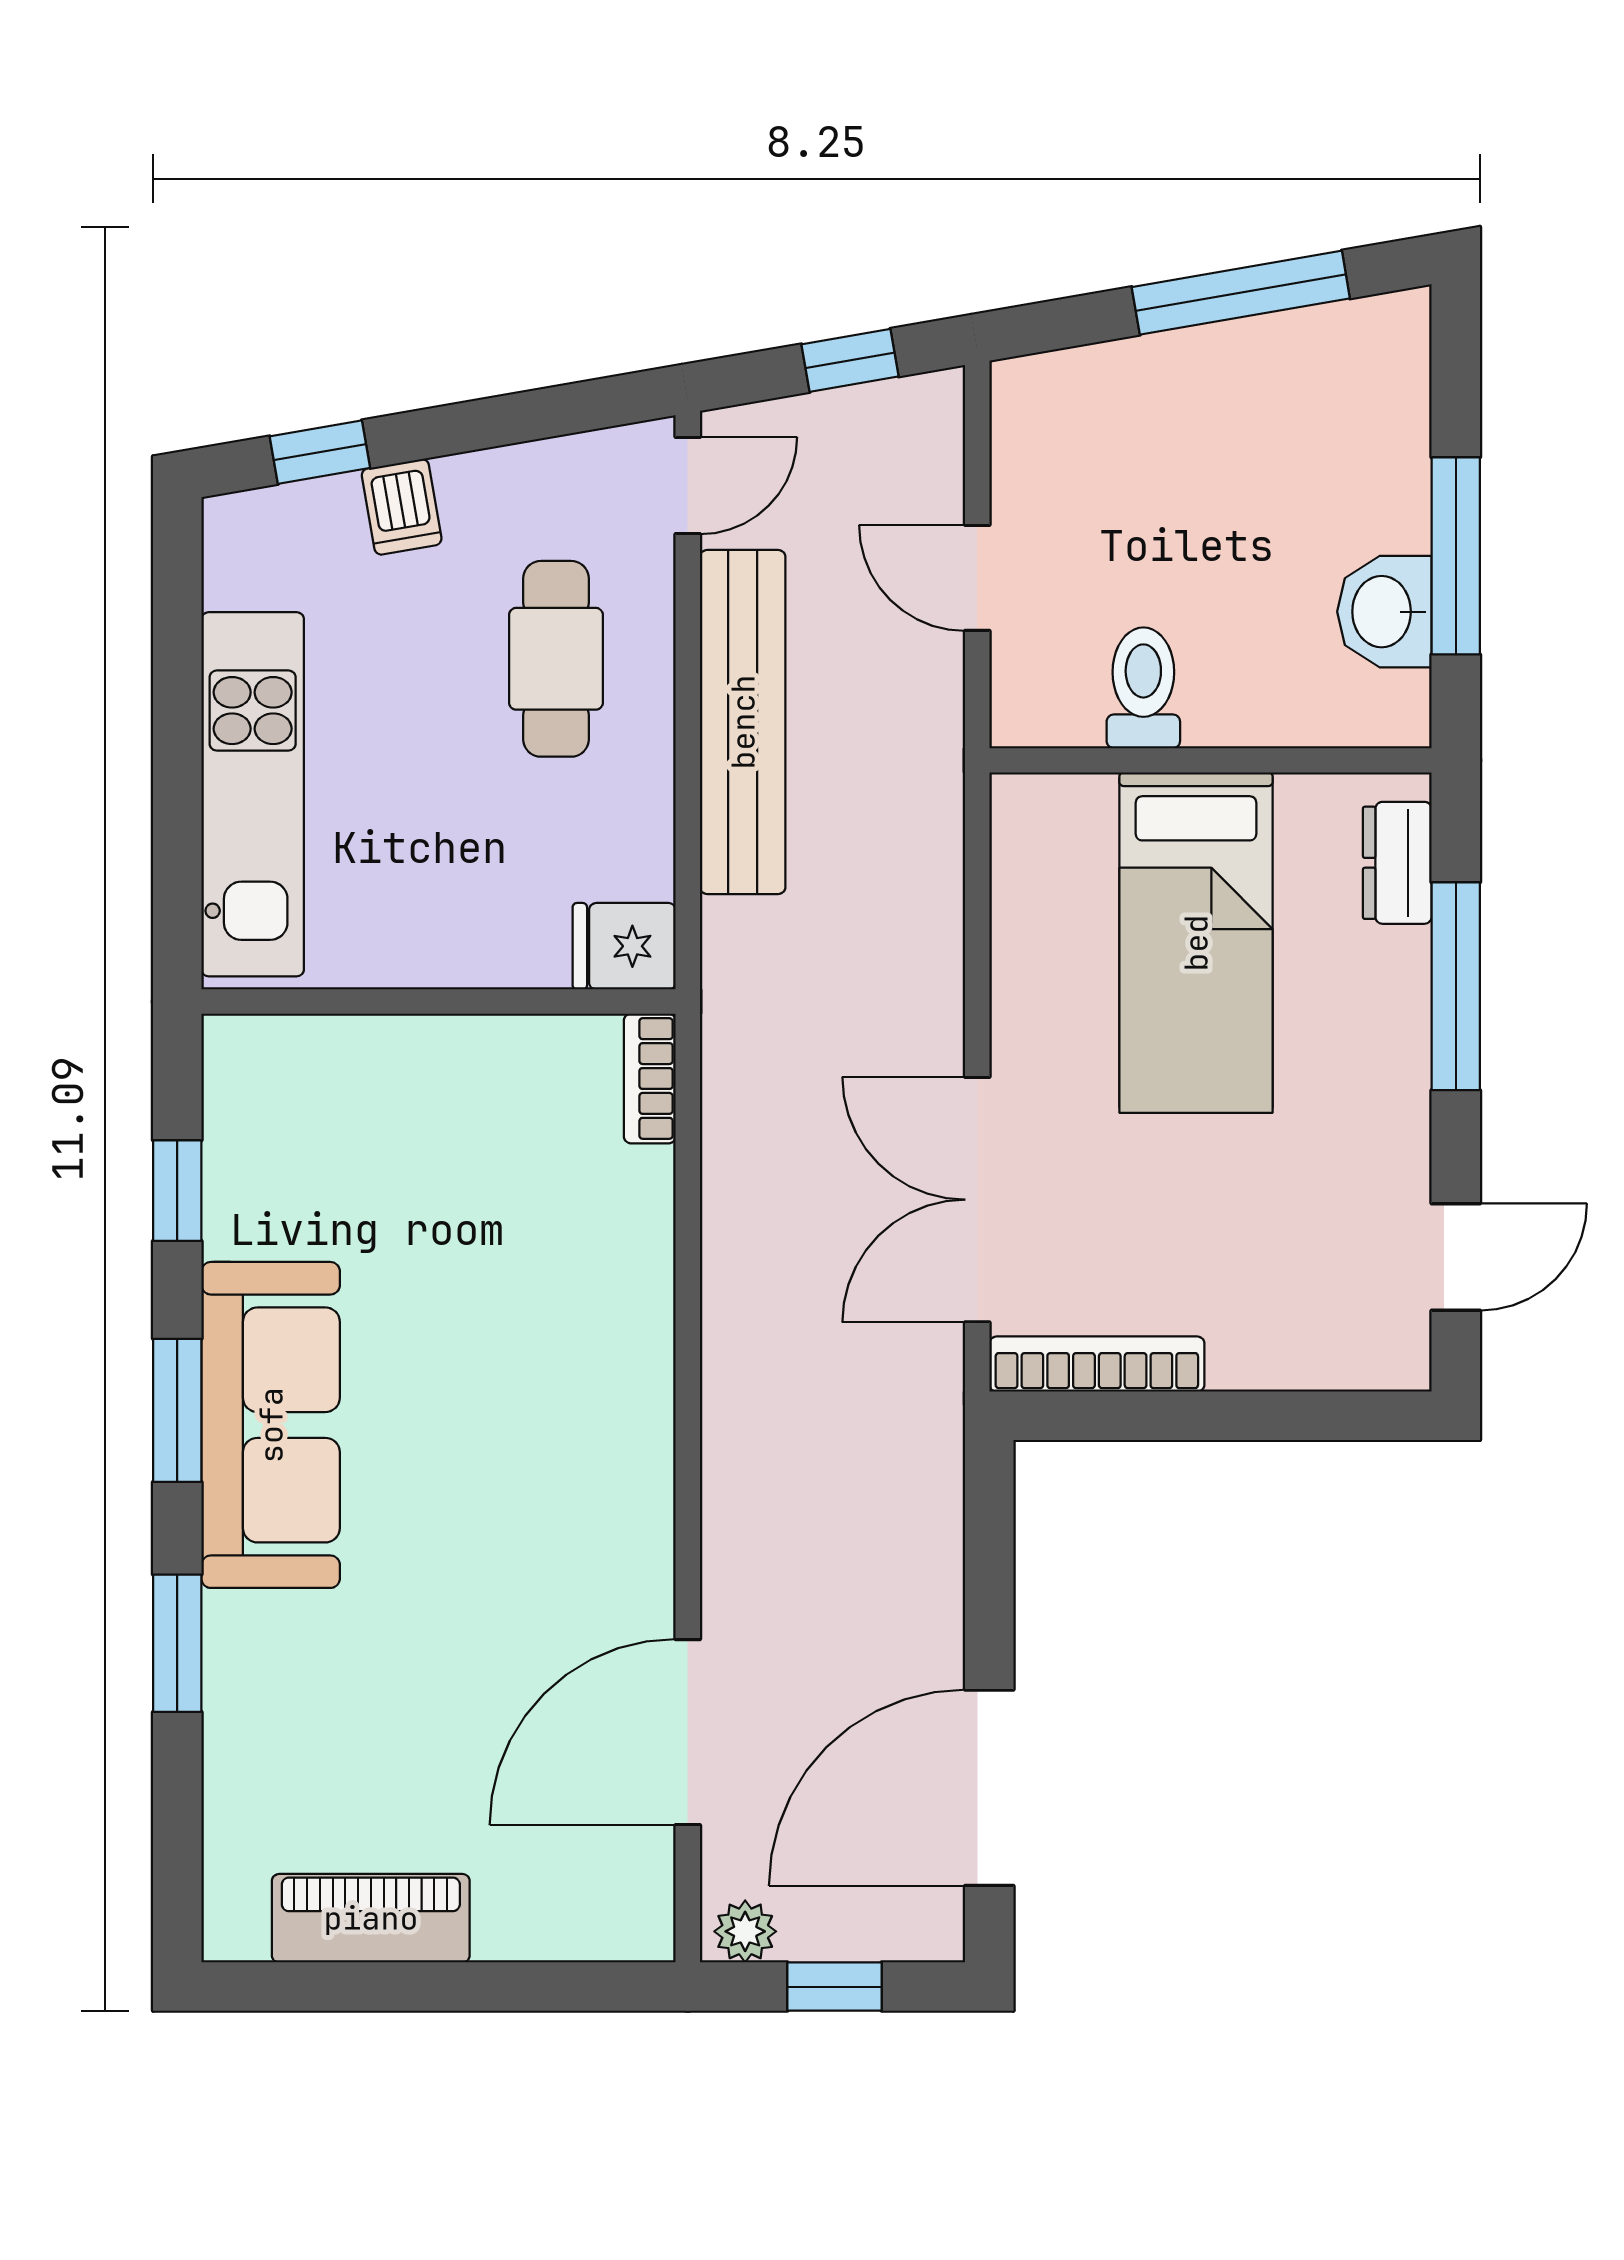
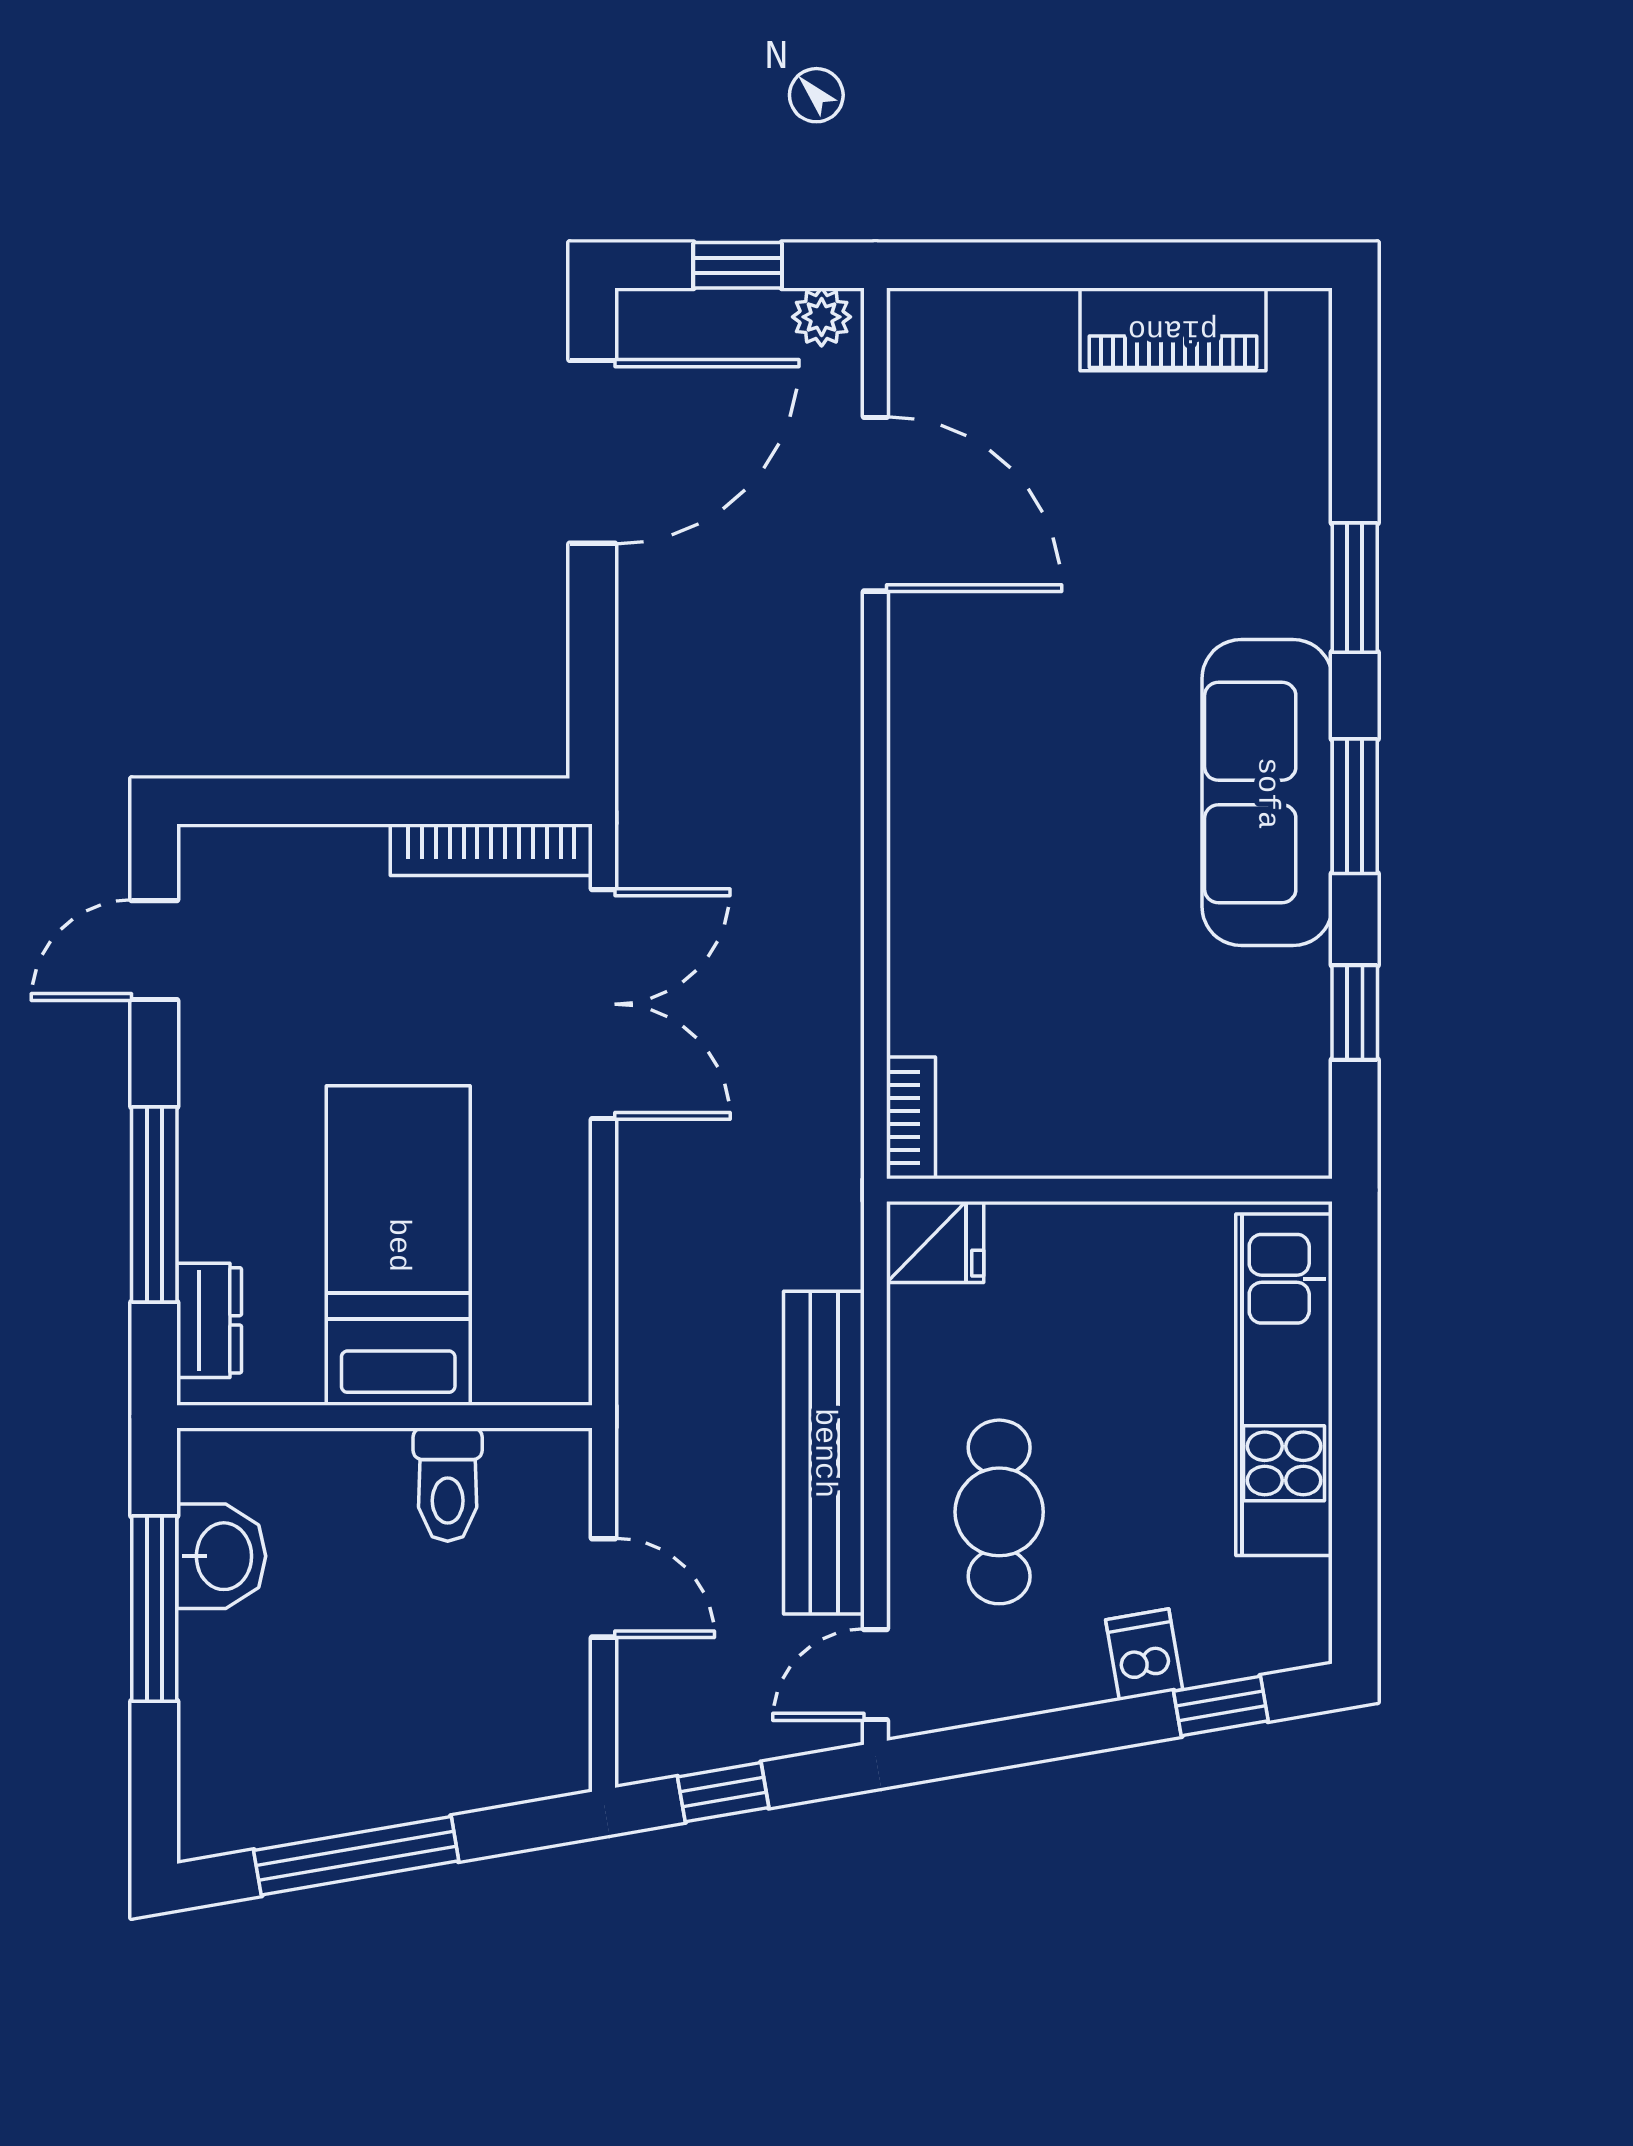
door: (688, 1732) -> (875, 504), hinge flipped

